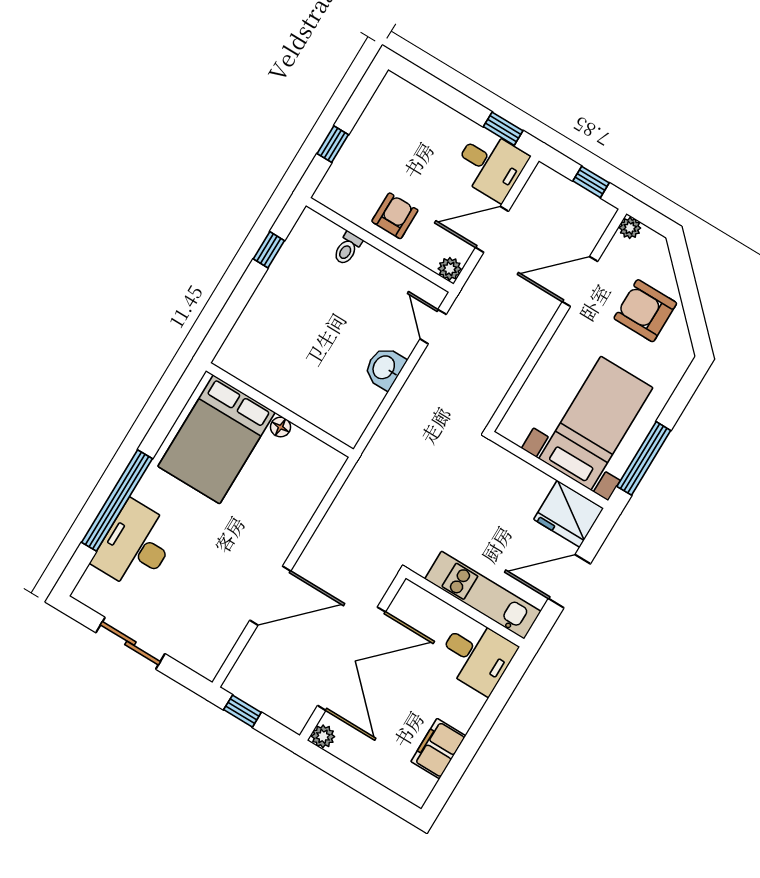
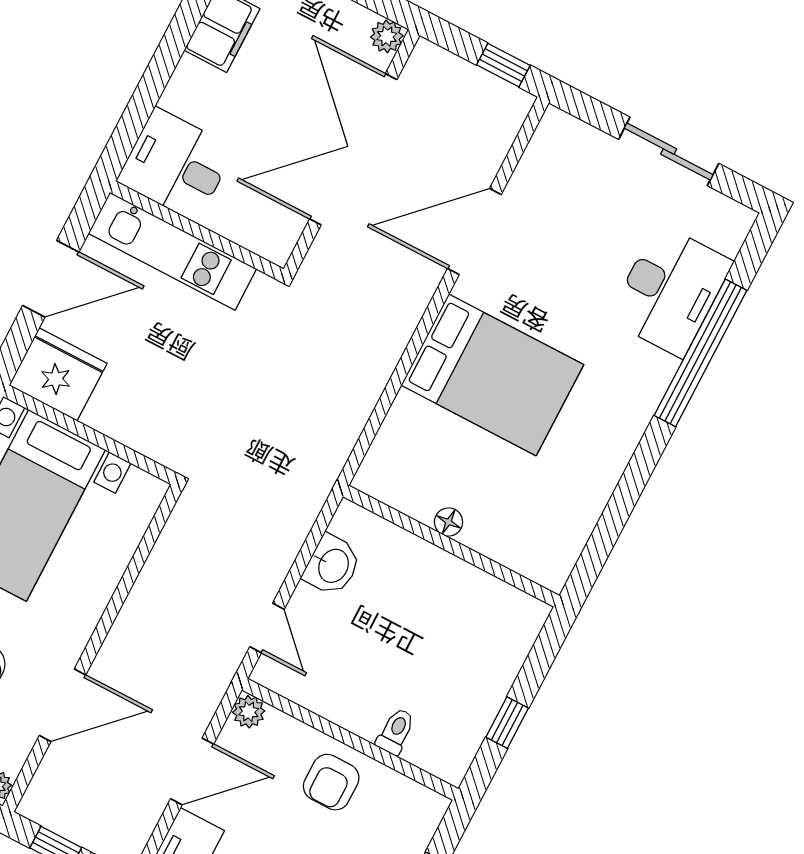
wall: (280, 410) -> (451, 546), moved
floor lamp: (281, 427) -> (449, 522), moved
bed: (217, 439) -> (492, 375), moved, turned 90

